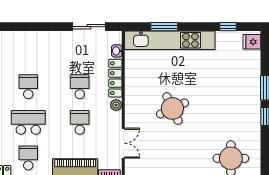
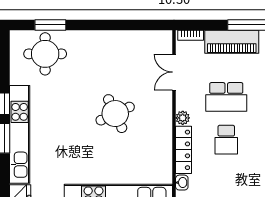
kitchen unit: (252, 91) -> (20, 134), added
school desk: (80, 122) -> (226, 97), width x1.85

